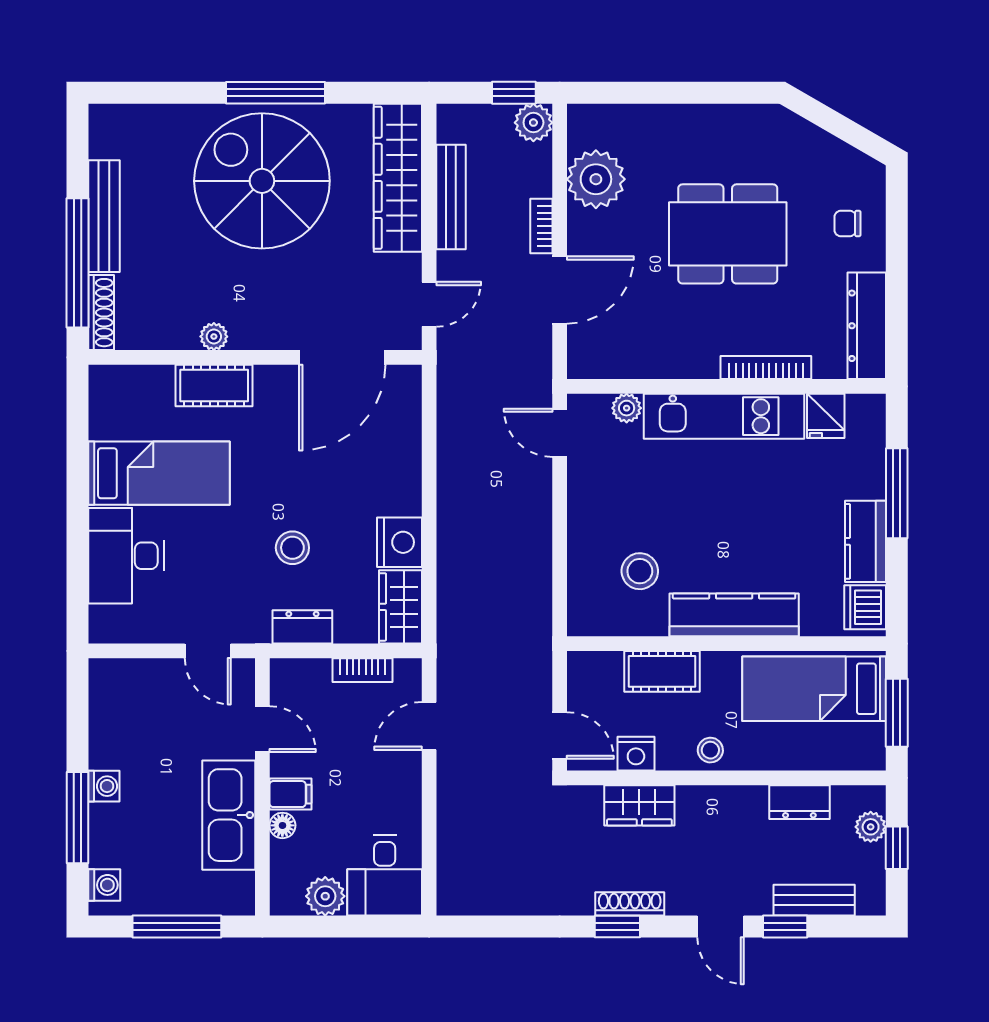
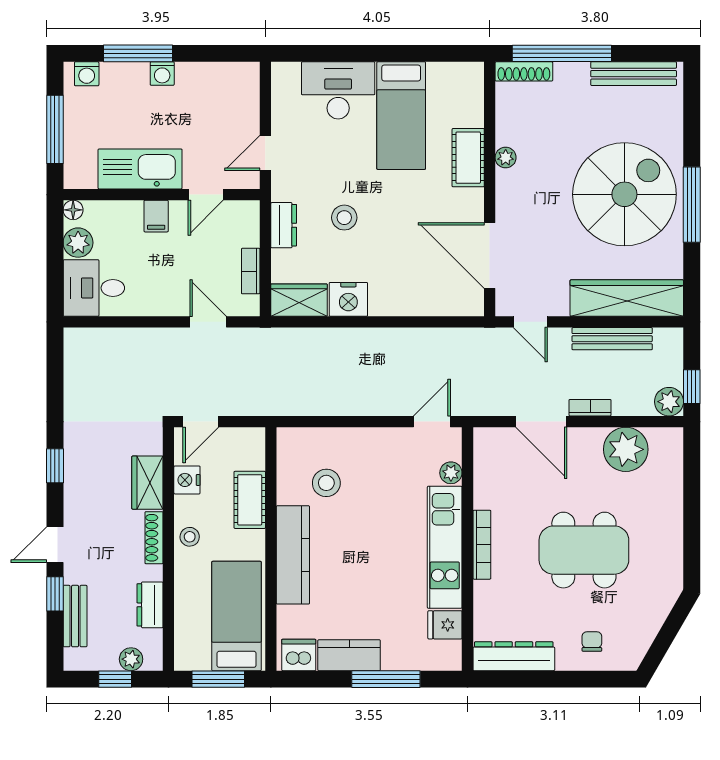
bench: (104, 216) -> (634, 74), moved
dining table: (728, 234) -> (584, 550), turned 90
bookcase: (766, 368) -> (482, 545), moved
floor lamp: (282, 825) -> (73, 210), moved
shoe rack: (630, 904) -> (154, 538), moved, turned 180

